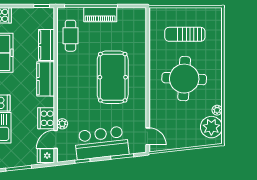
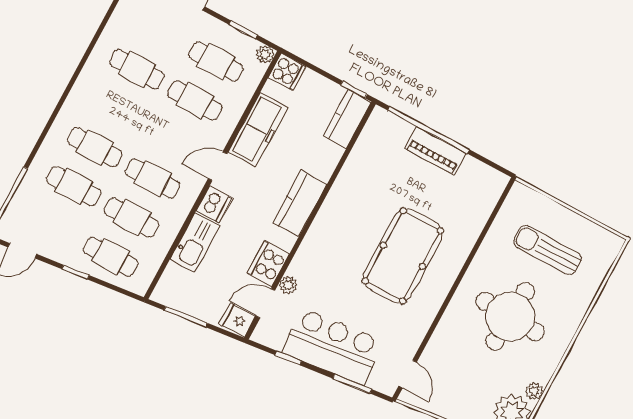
cafe table: (70, 36) -> (373, 158), removed
kitchen counter: (46, 45) -> (347, 119), moved

